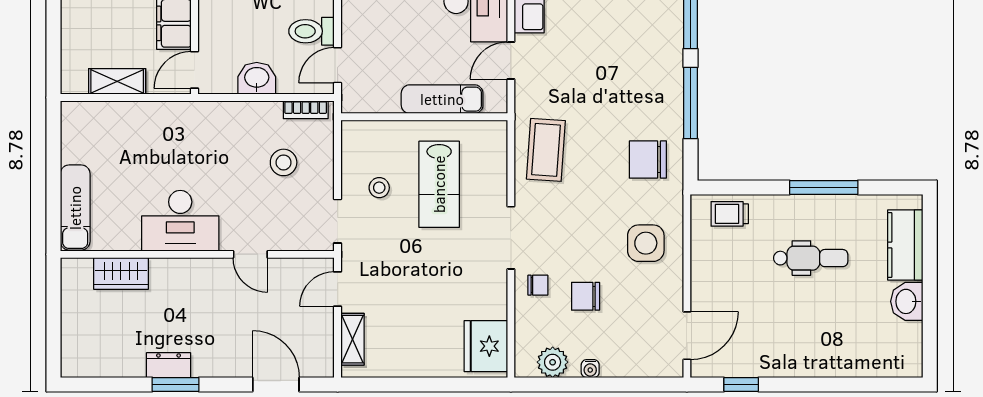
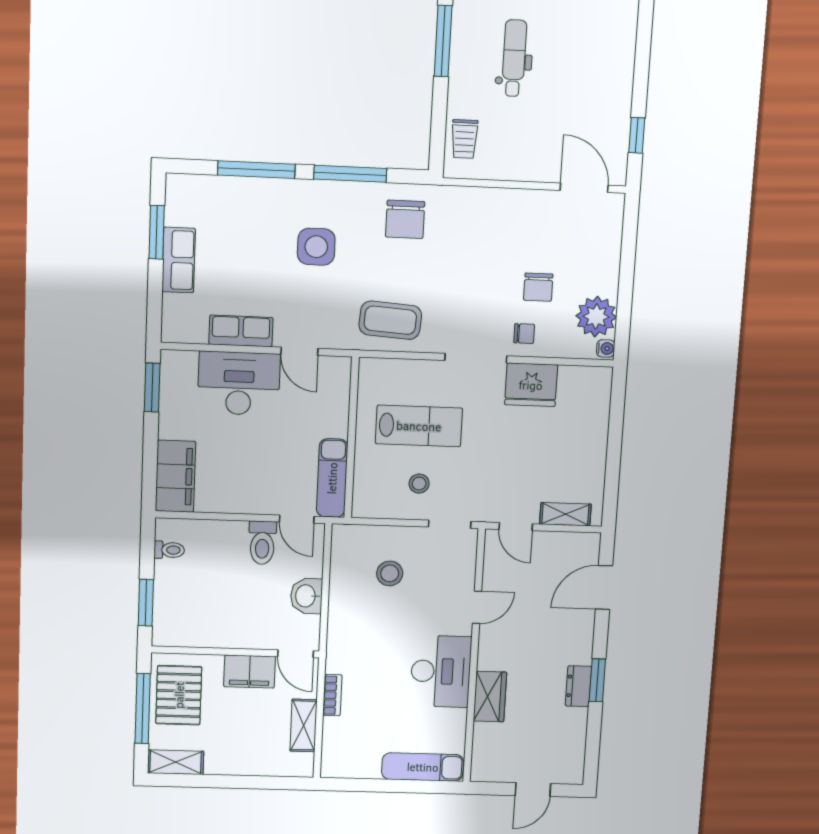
exam couch: (442, 99) -> (332, 478), moved
bookcase: (306, 110) -> (332, 695), moved
side table: (646, 243) -> (316, 247), moved
wardrobe: (121, 273) -> (490, 697), moved
chair: (538, 285) -> (524, 334), turned 90
door: (53, 325) -> (533, 790), added
fridge: (486, 346) -> (531, 385), moved
plant: (553, 362) -> (596, 317), width x1.36, depth x1.36
water cooler: (590, 369) -> (606, 348), moved

